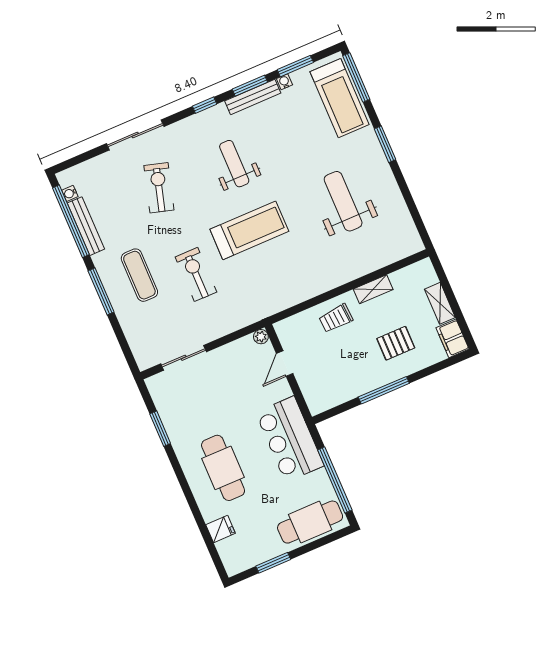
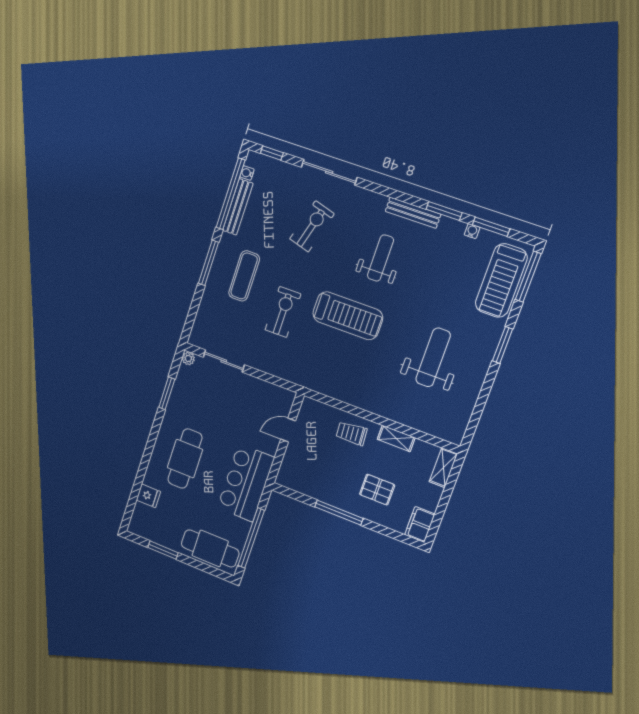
bench: (253, 97) -> (413, 213), moved
window: (205, 105) -> (272, 153), moved
shelving: (440, 303) -> (443, 468), moved
plant: (261, 337) -> (188, 358), moved

